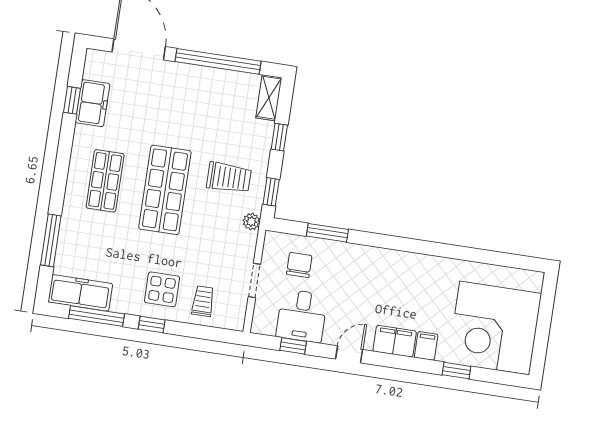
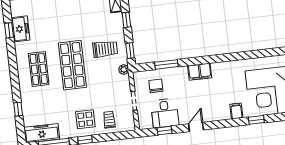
window: (51, 240) -> (18, 109), width x0.46
filing cabinet: (395, 341) -> (200, 72), moved, turned 180

